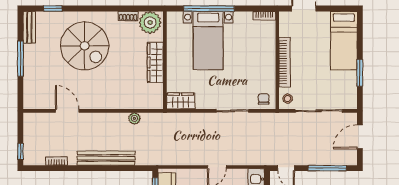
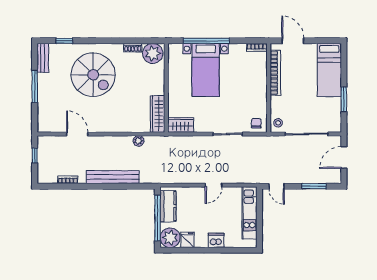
wardrobe: (155, 62) -> (158, 114), moved
bookcase: (285, 62) -> (275, 73), moved
window: (20, 151) -> (35, 155), moved
window: (327, 168) -> (314, 186), width x0.69

